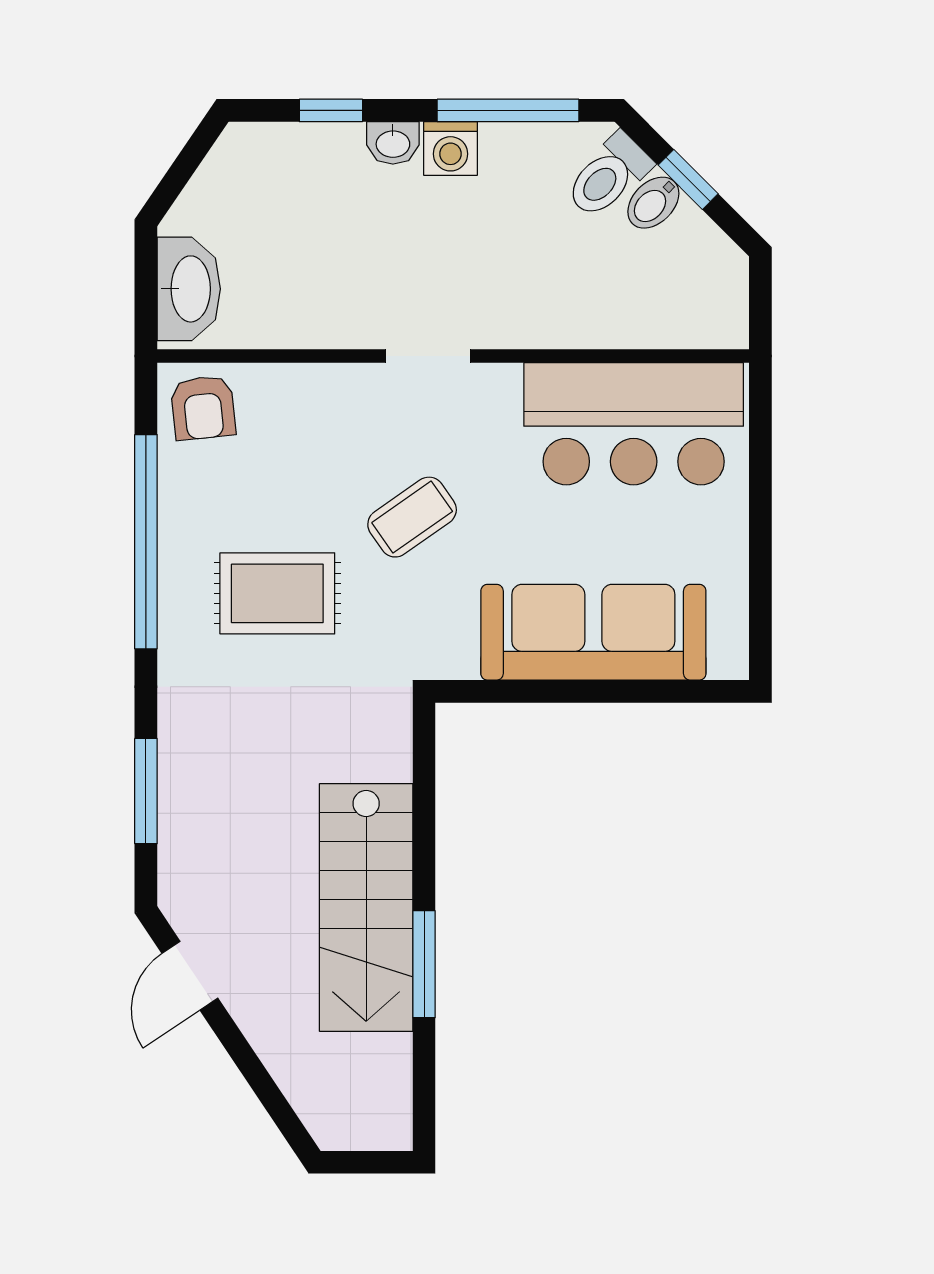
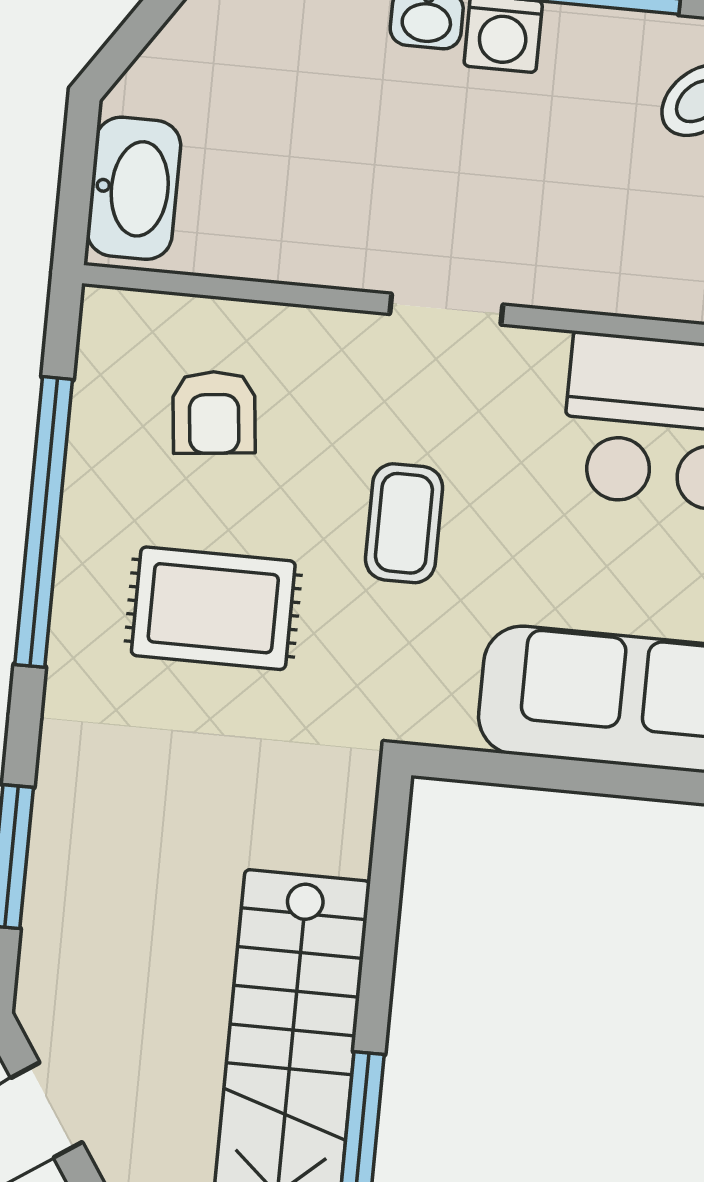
armchair: (203, 408) -> (214, 412), moved
coffee table: (412, 517) -> (404, 523), turned -55

